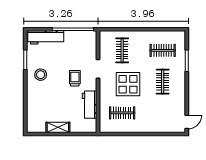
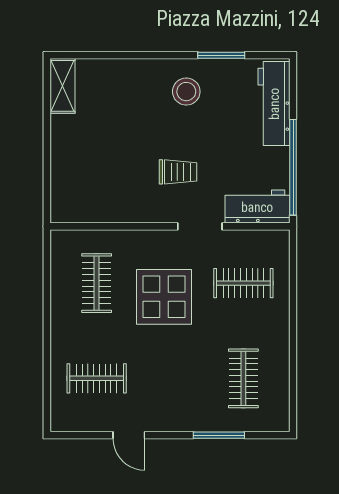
clothes rail: (163, 82) -> (97, 378), moved
workbench: (90, 105) -> (257, 207), moved
door: (187, 122) -> (129, 435), moved
shelving: (58, 127) -> (63, 86), moved

